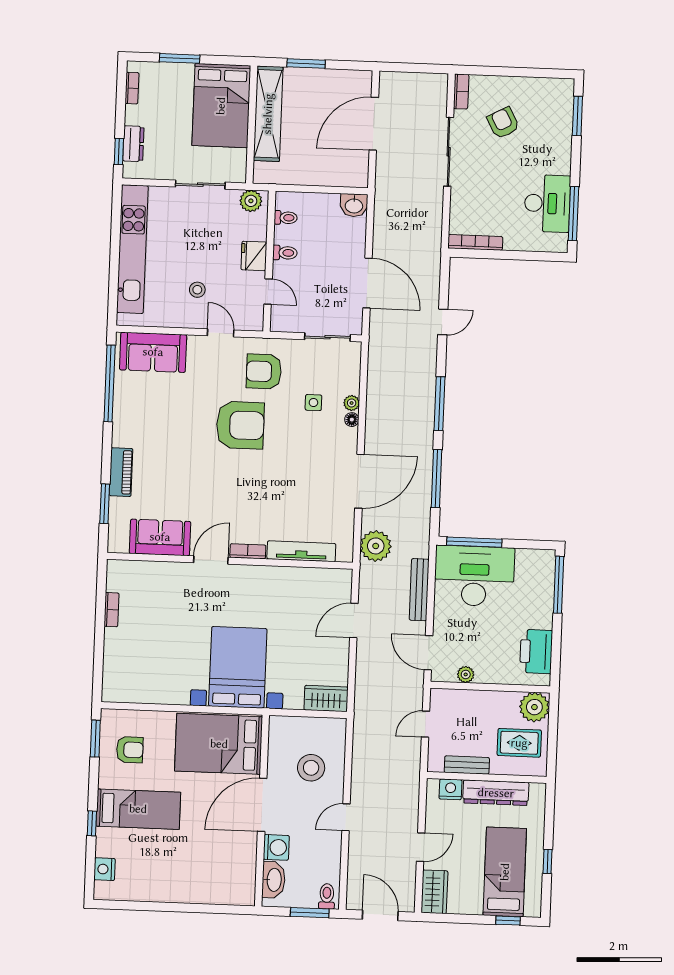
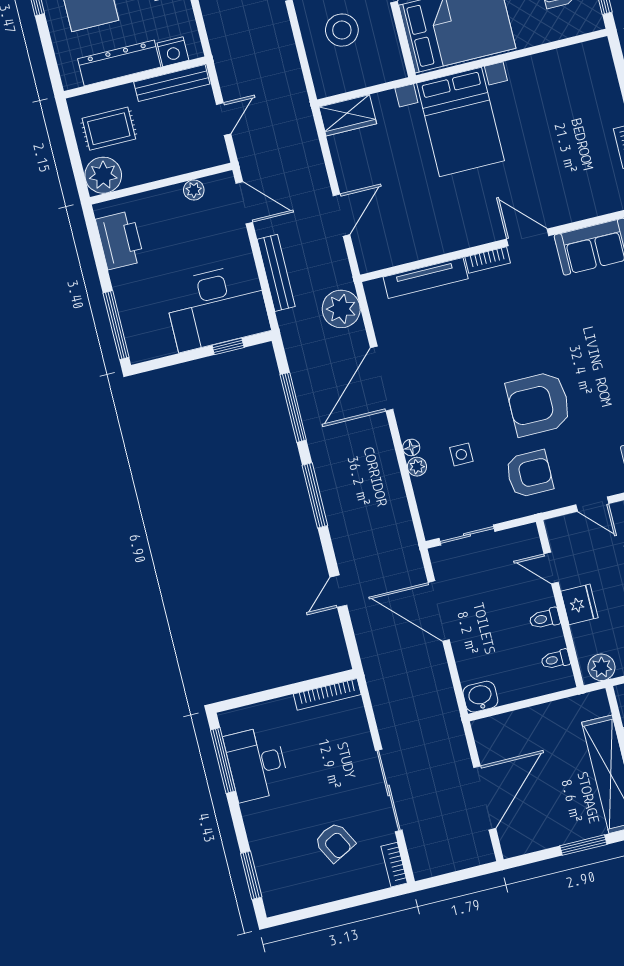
window: (474, 542) -> (228, 346), width x0.46
door: (211, 560) -> (528, 237), swing flipped
bench: (467, 765) -> (172, 83), width x1.36

